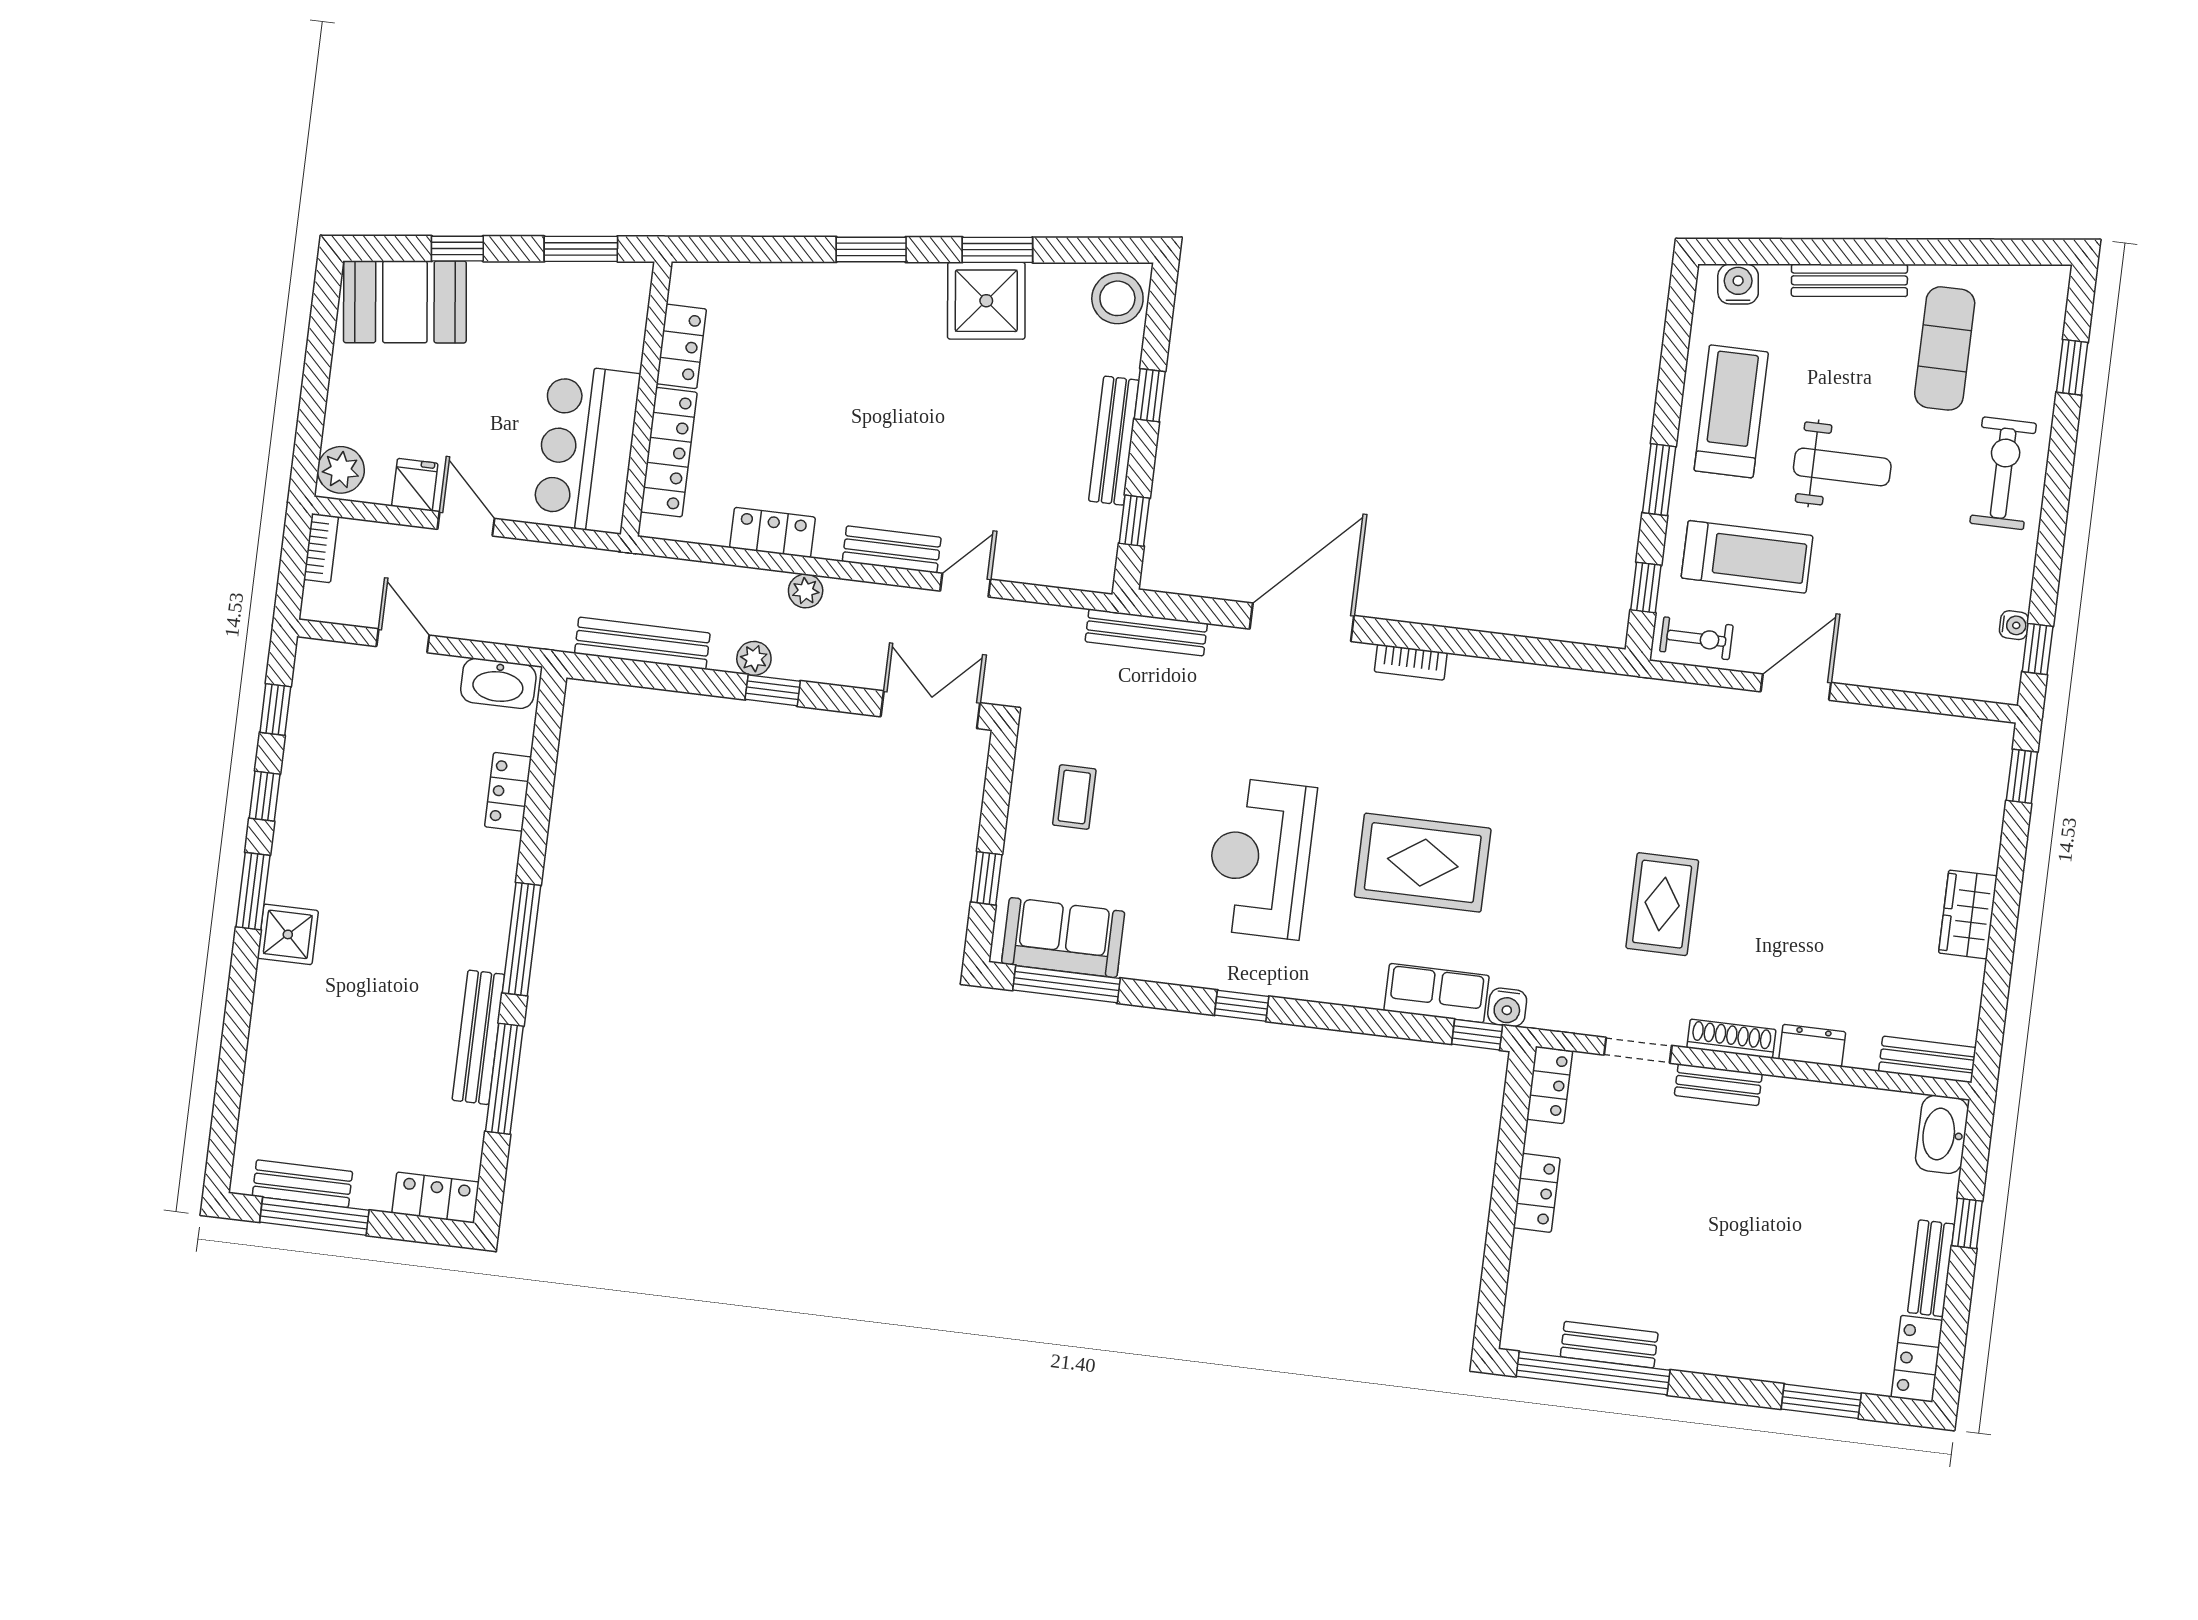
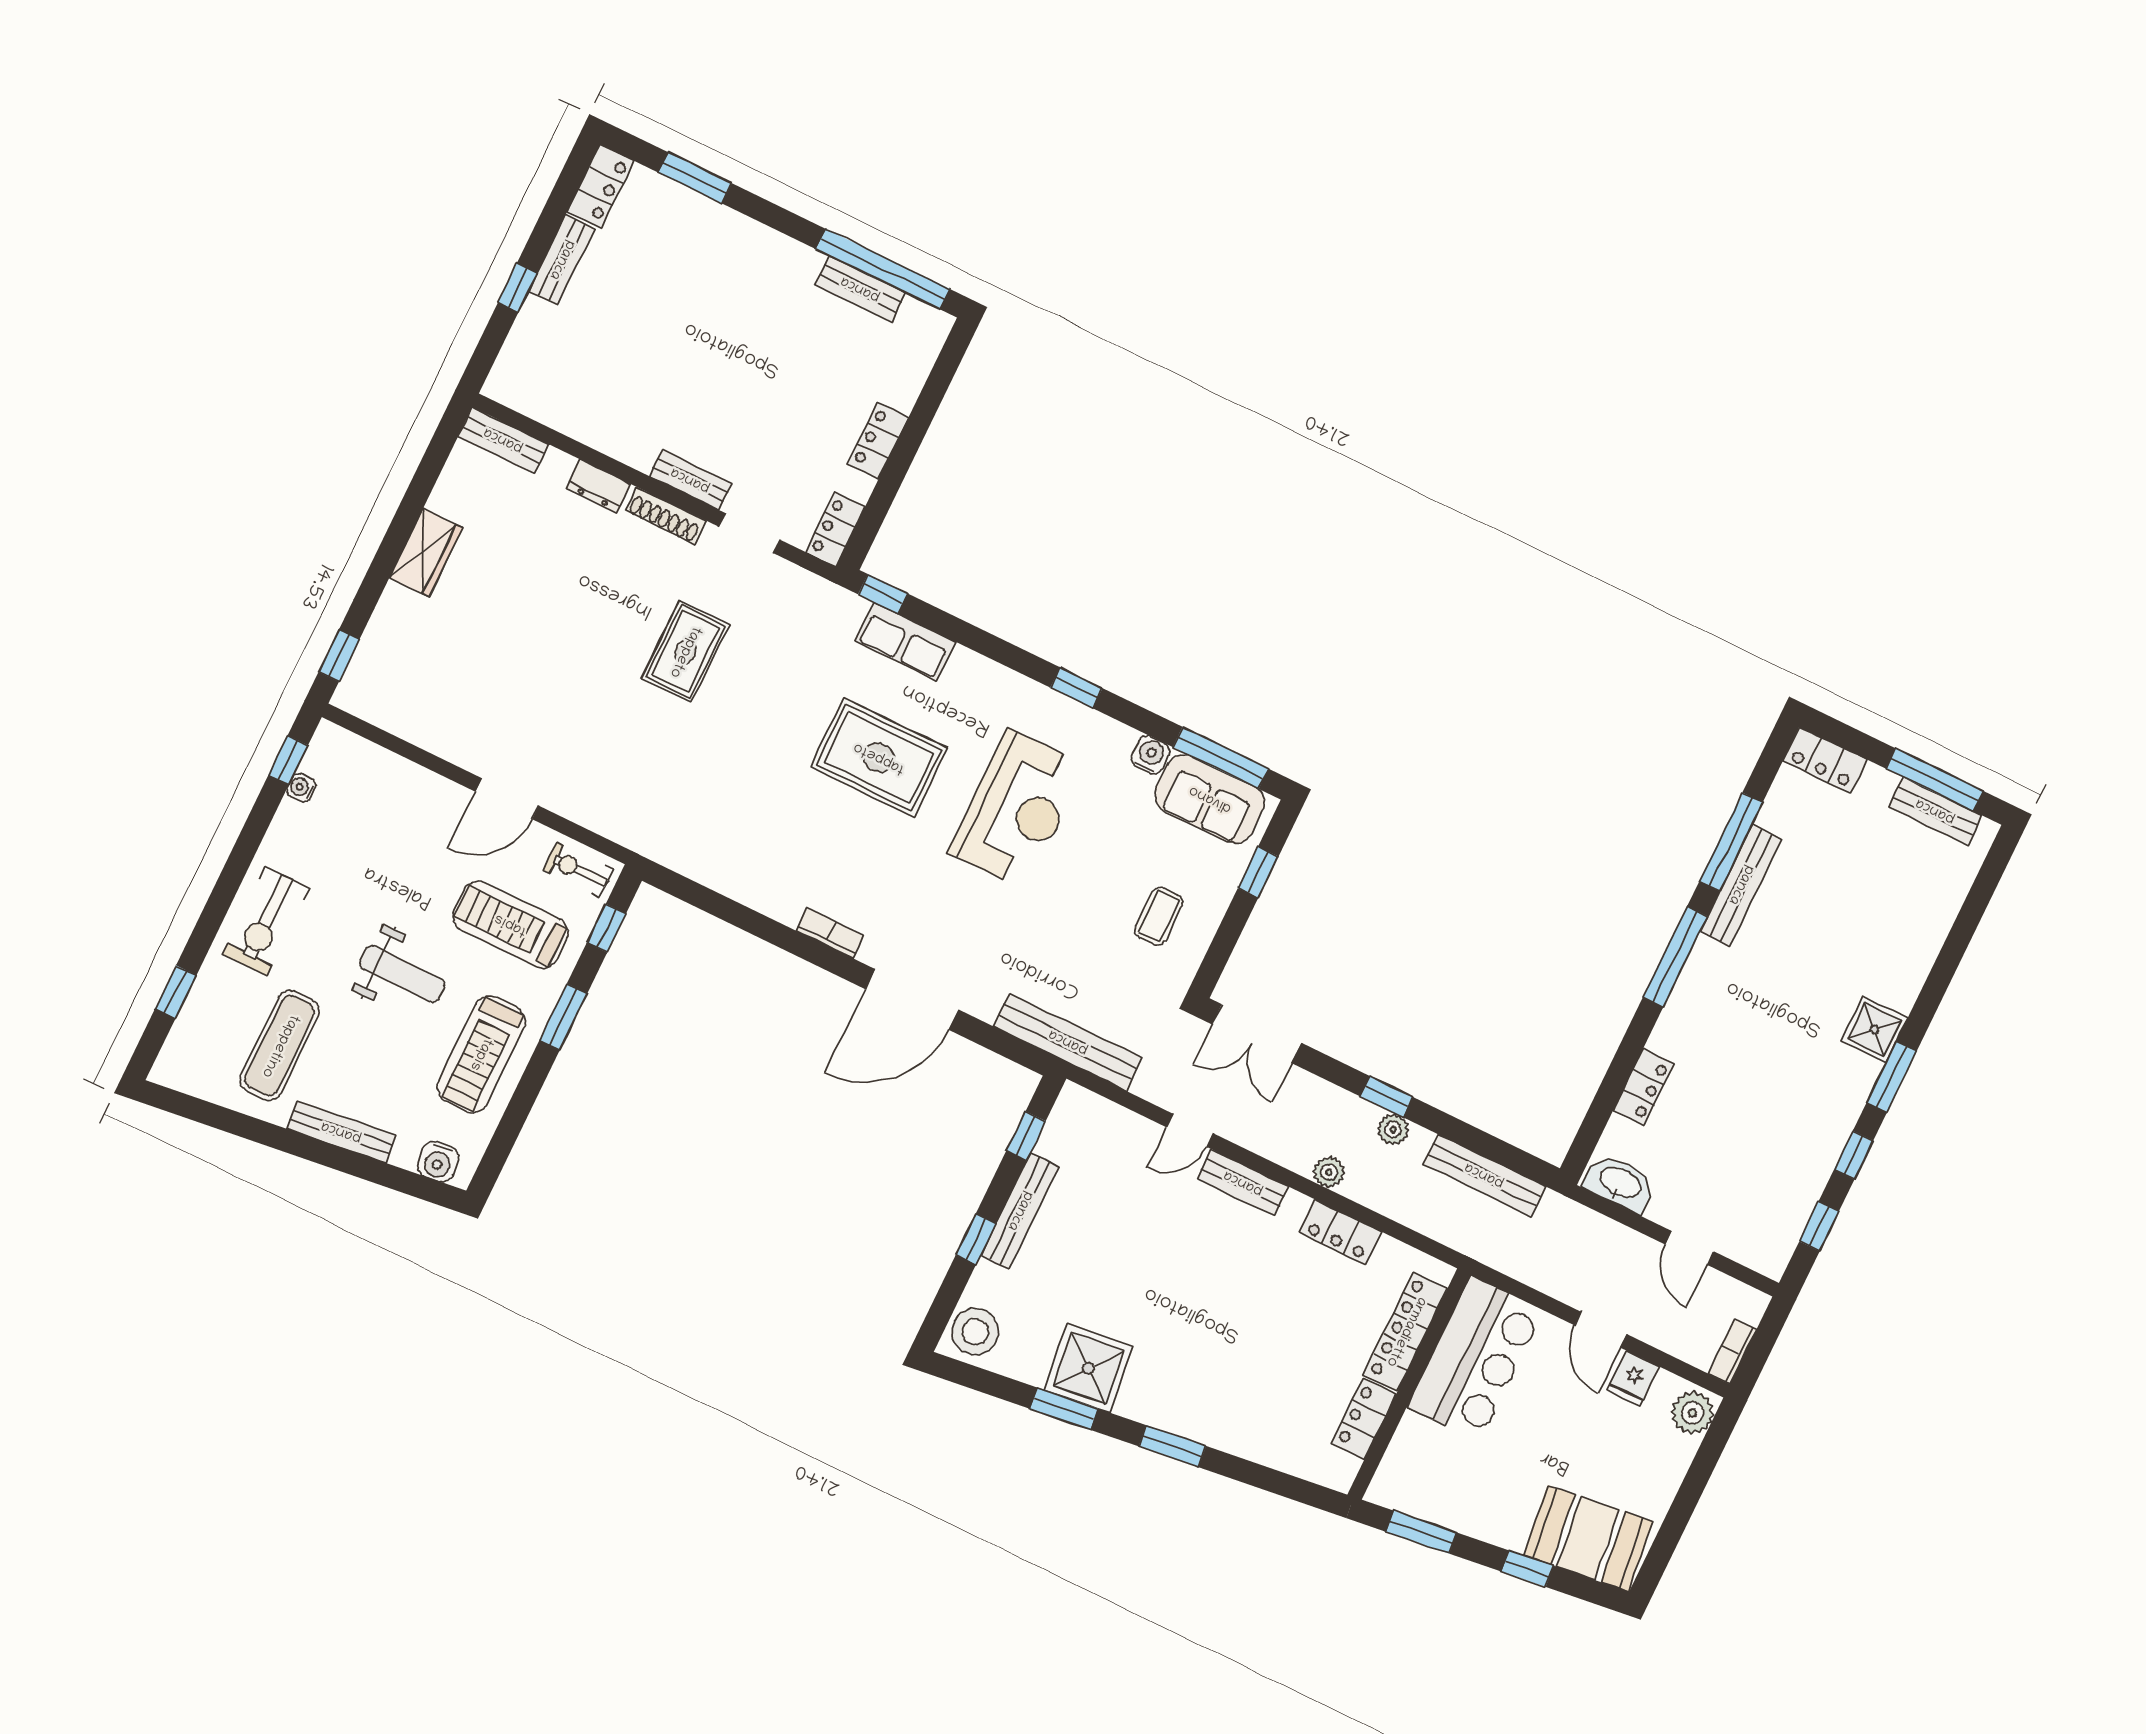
weight bench: (1842, 467) -> (402, 974), turned 180
bench: (1146, 632) -> (1068, 1042), width x1.37, depth x1.21
water cooler: (1507, 1007) -> (1150, 755), moved
washbasin: (1942, 1134) -> (513, 372), removed

